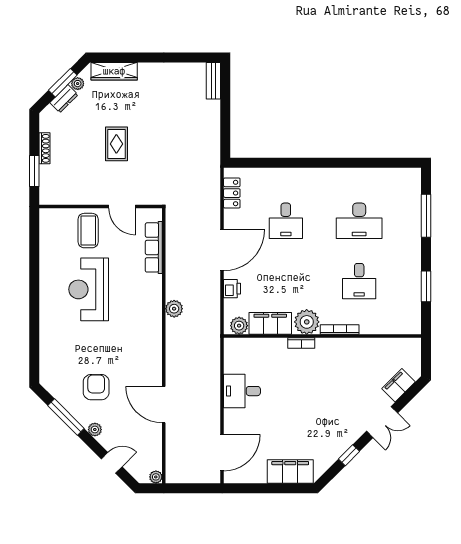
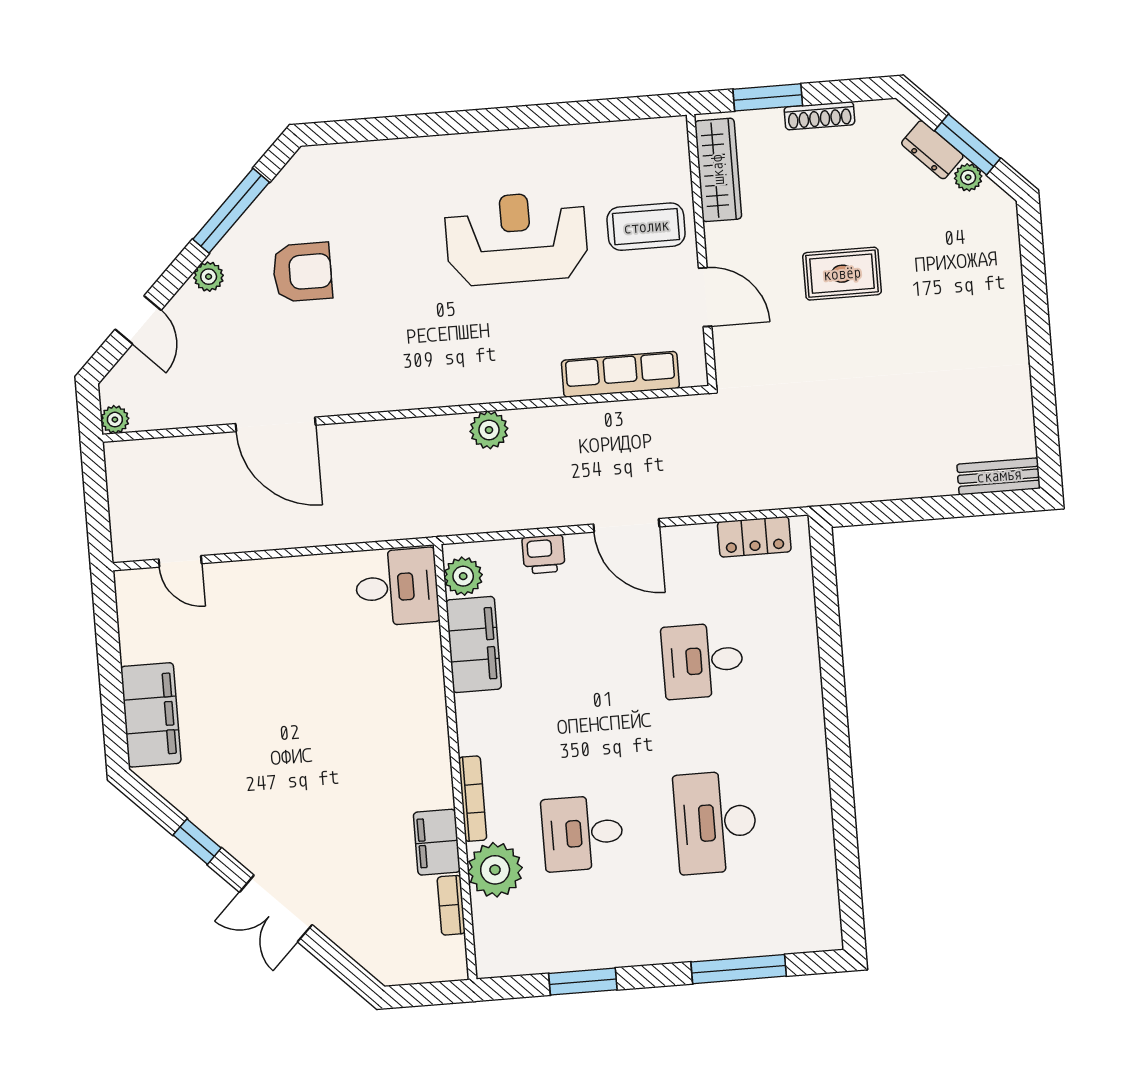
wardrobe: (114, 71) -> (718, 170), moved, turned 180
door: (122, 206) -> (705, 297), swing flipped
door: (222, 250) -> (626, 525), width x0.73
plant: (307, 322) -> (495, 870), moved
bookcase: (301, 343) -> (451, 905), moved
filing cabinet: (398, 385) -> (437, 842), moved, turned -135
desk: (242, 391) -> (397, 587), moved, turned 90
door: (164, 405) -> (276, 424), swing flipped
door: (222, 453) -> (180, 561), width x0.53

